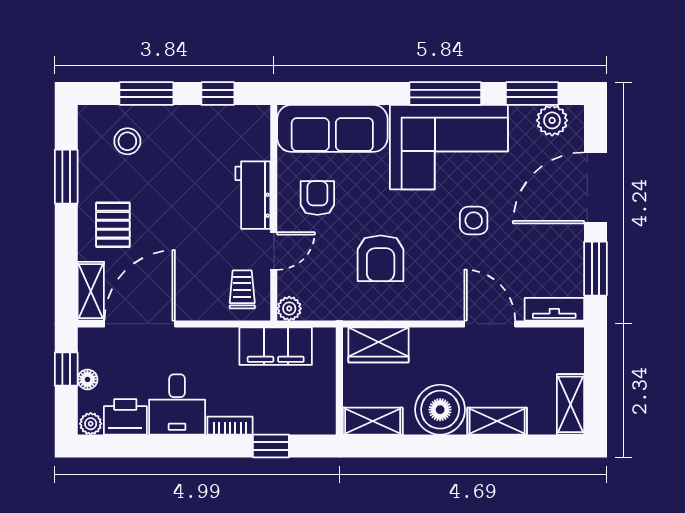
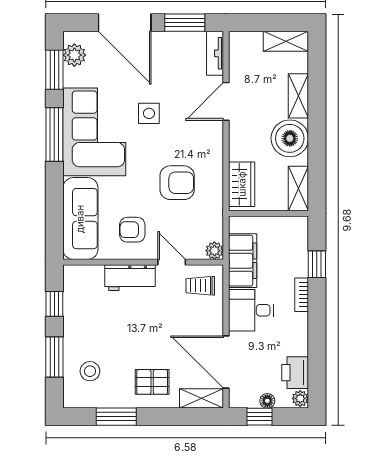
desk: (177, 404) -> (251, 310), moved, turned 180

